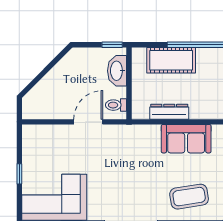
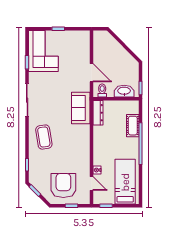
cot: (171, 60) -> (133, 126), width x0.73, depth x0.75
dresser: (169, 112) -> (98, 113), moved
sofa: (186, 139) -> (81, 108), moved

